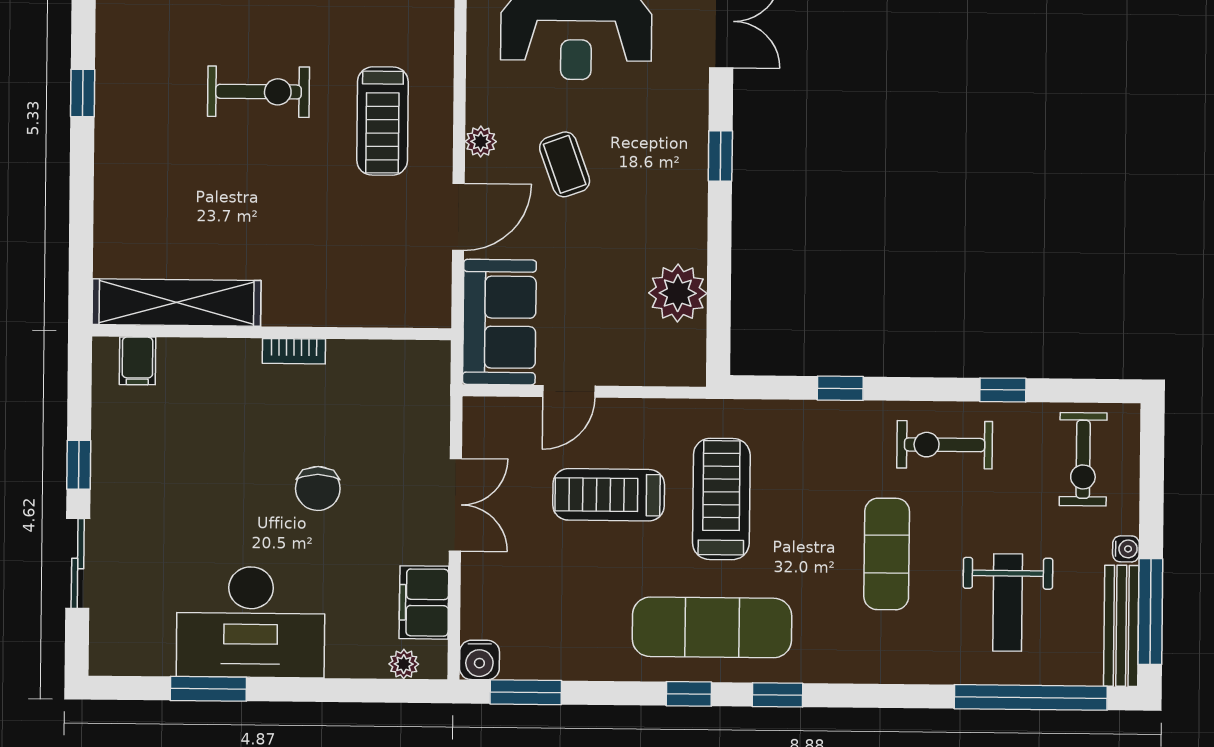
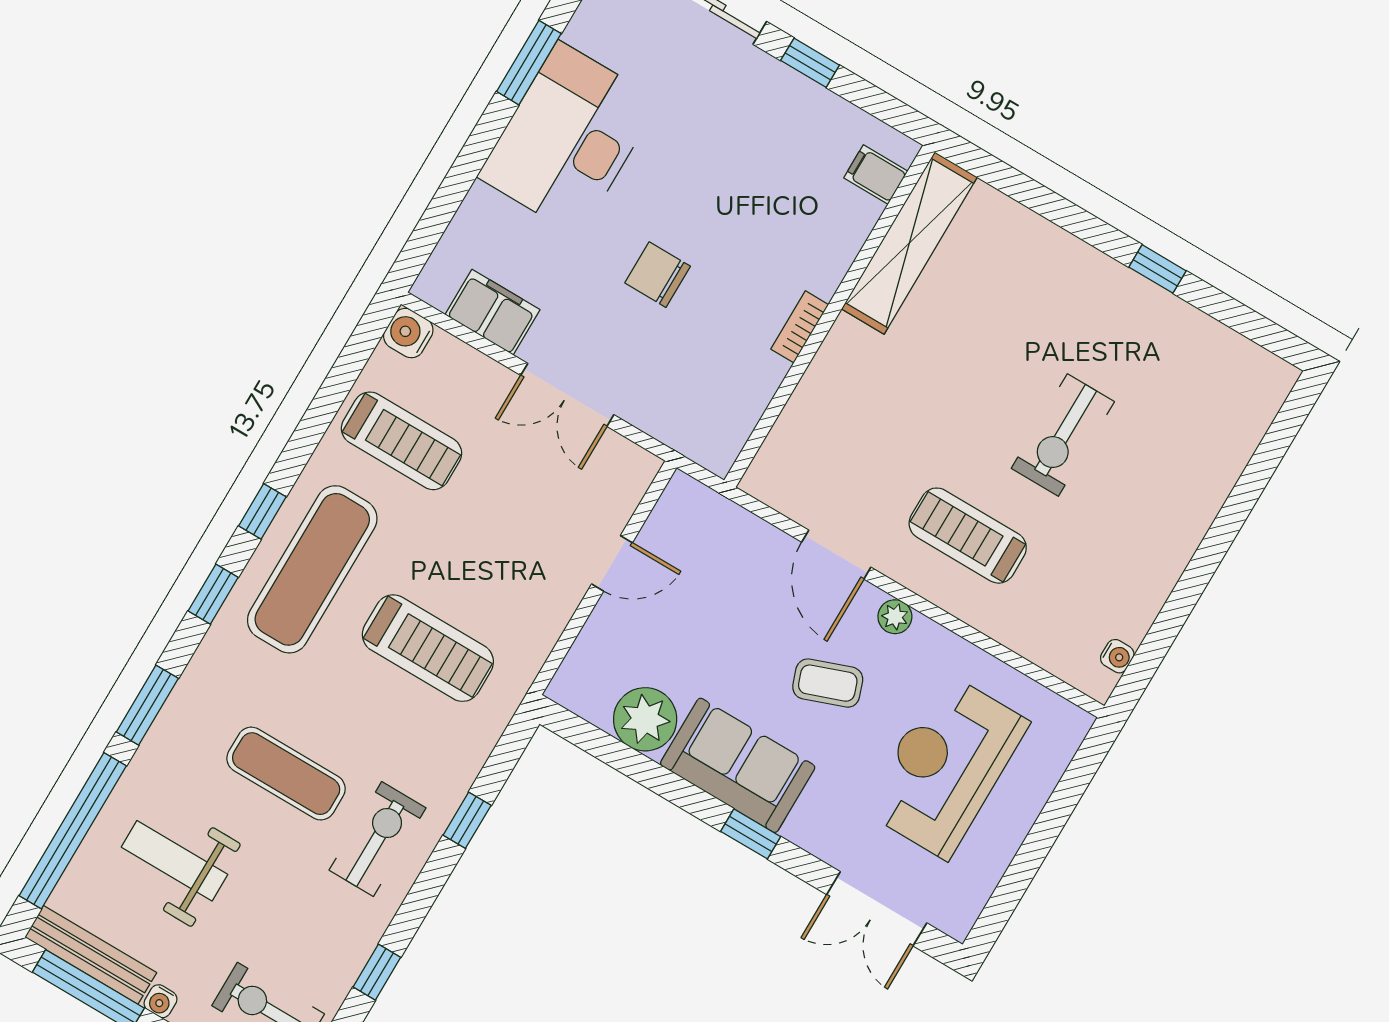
sofa: (499, 322) -> (738, 765), moved, turned 180
door: (569, 391) -> (612, 563), swing flipped
exercise bike: (945, 445) -> (378, 839), moved
treadmill: (609, 495) -> (401, 441), moved, turned 90
plant: (404, 664) -> (446, 260), removed
window: (526, 692) -> (147, 705), moved

